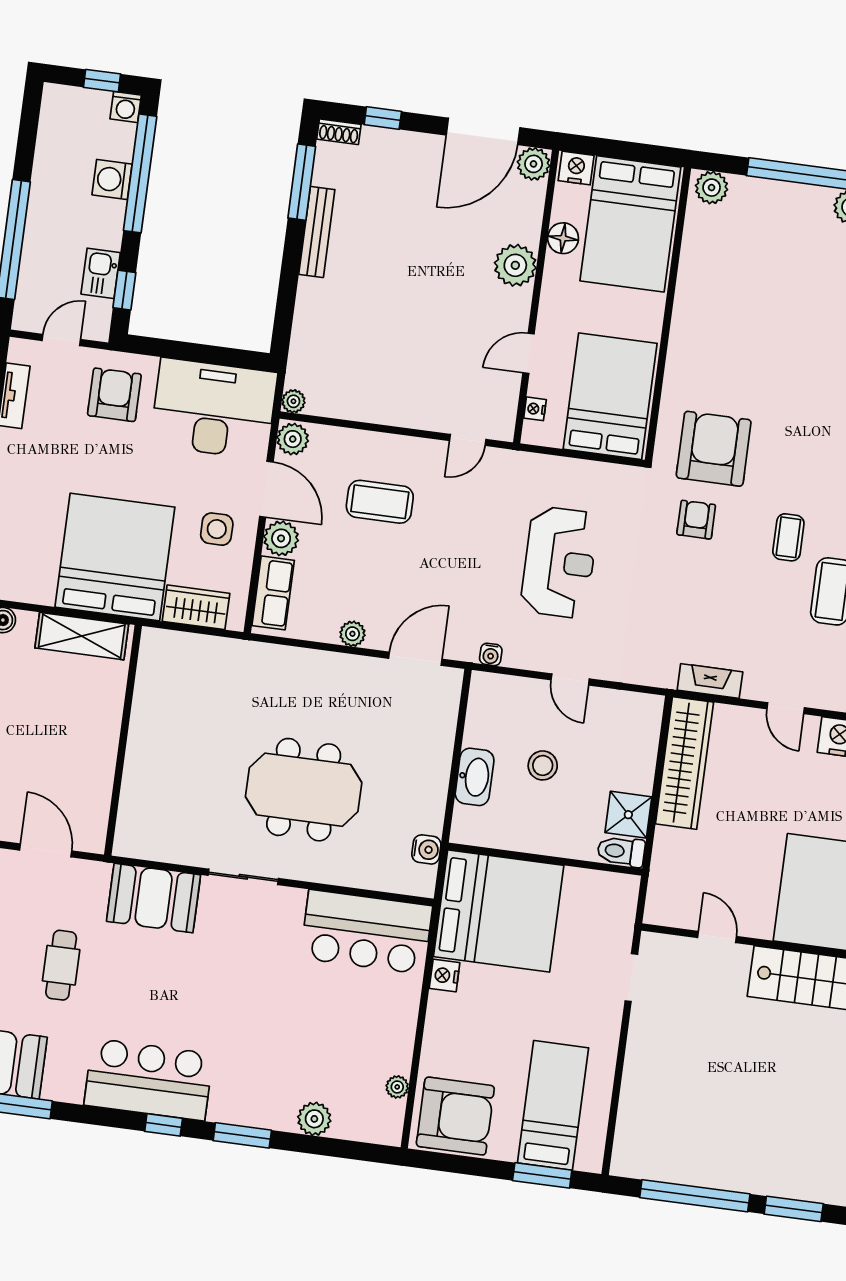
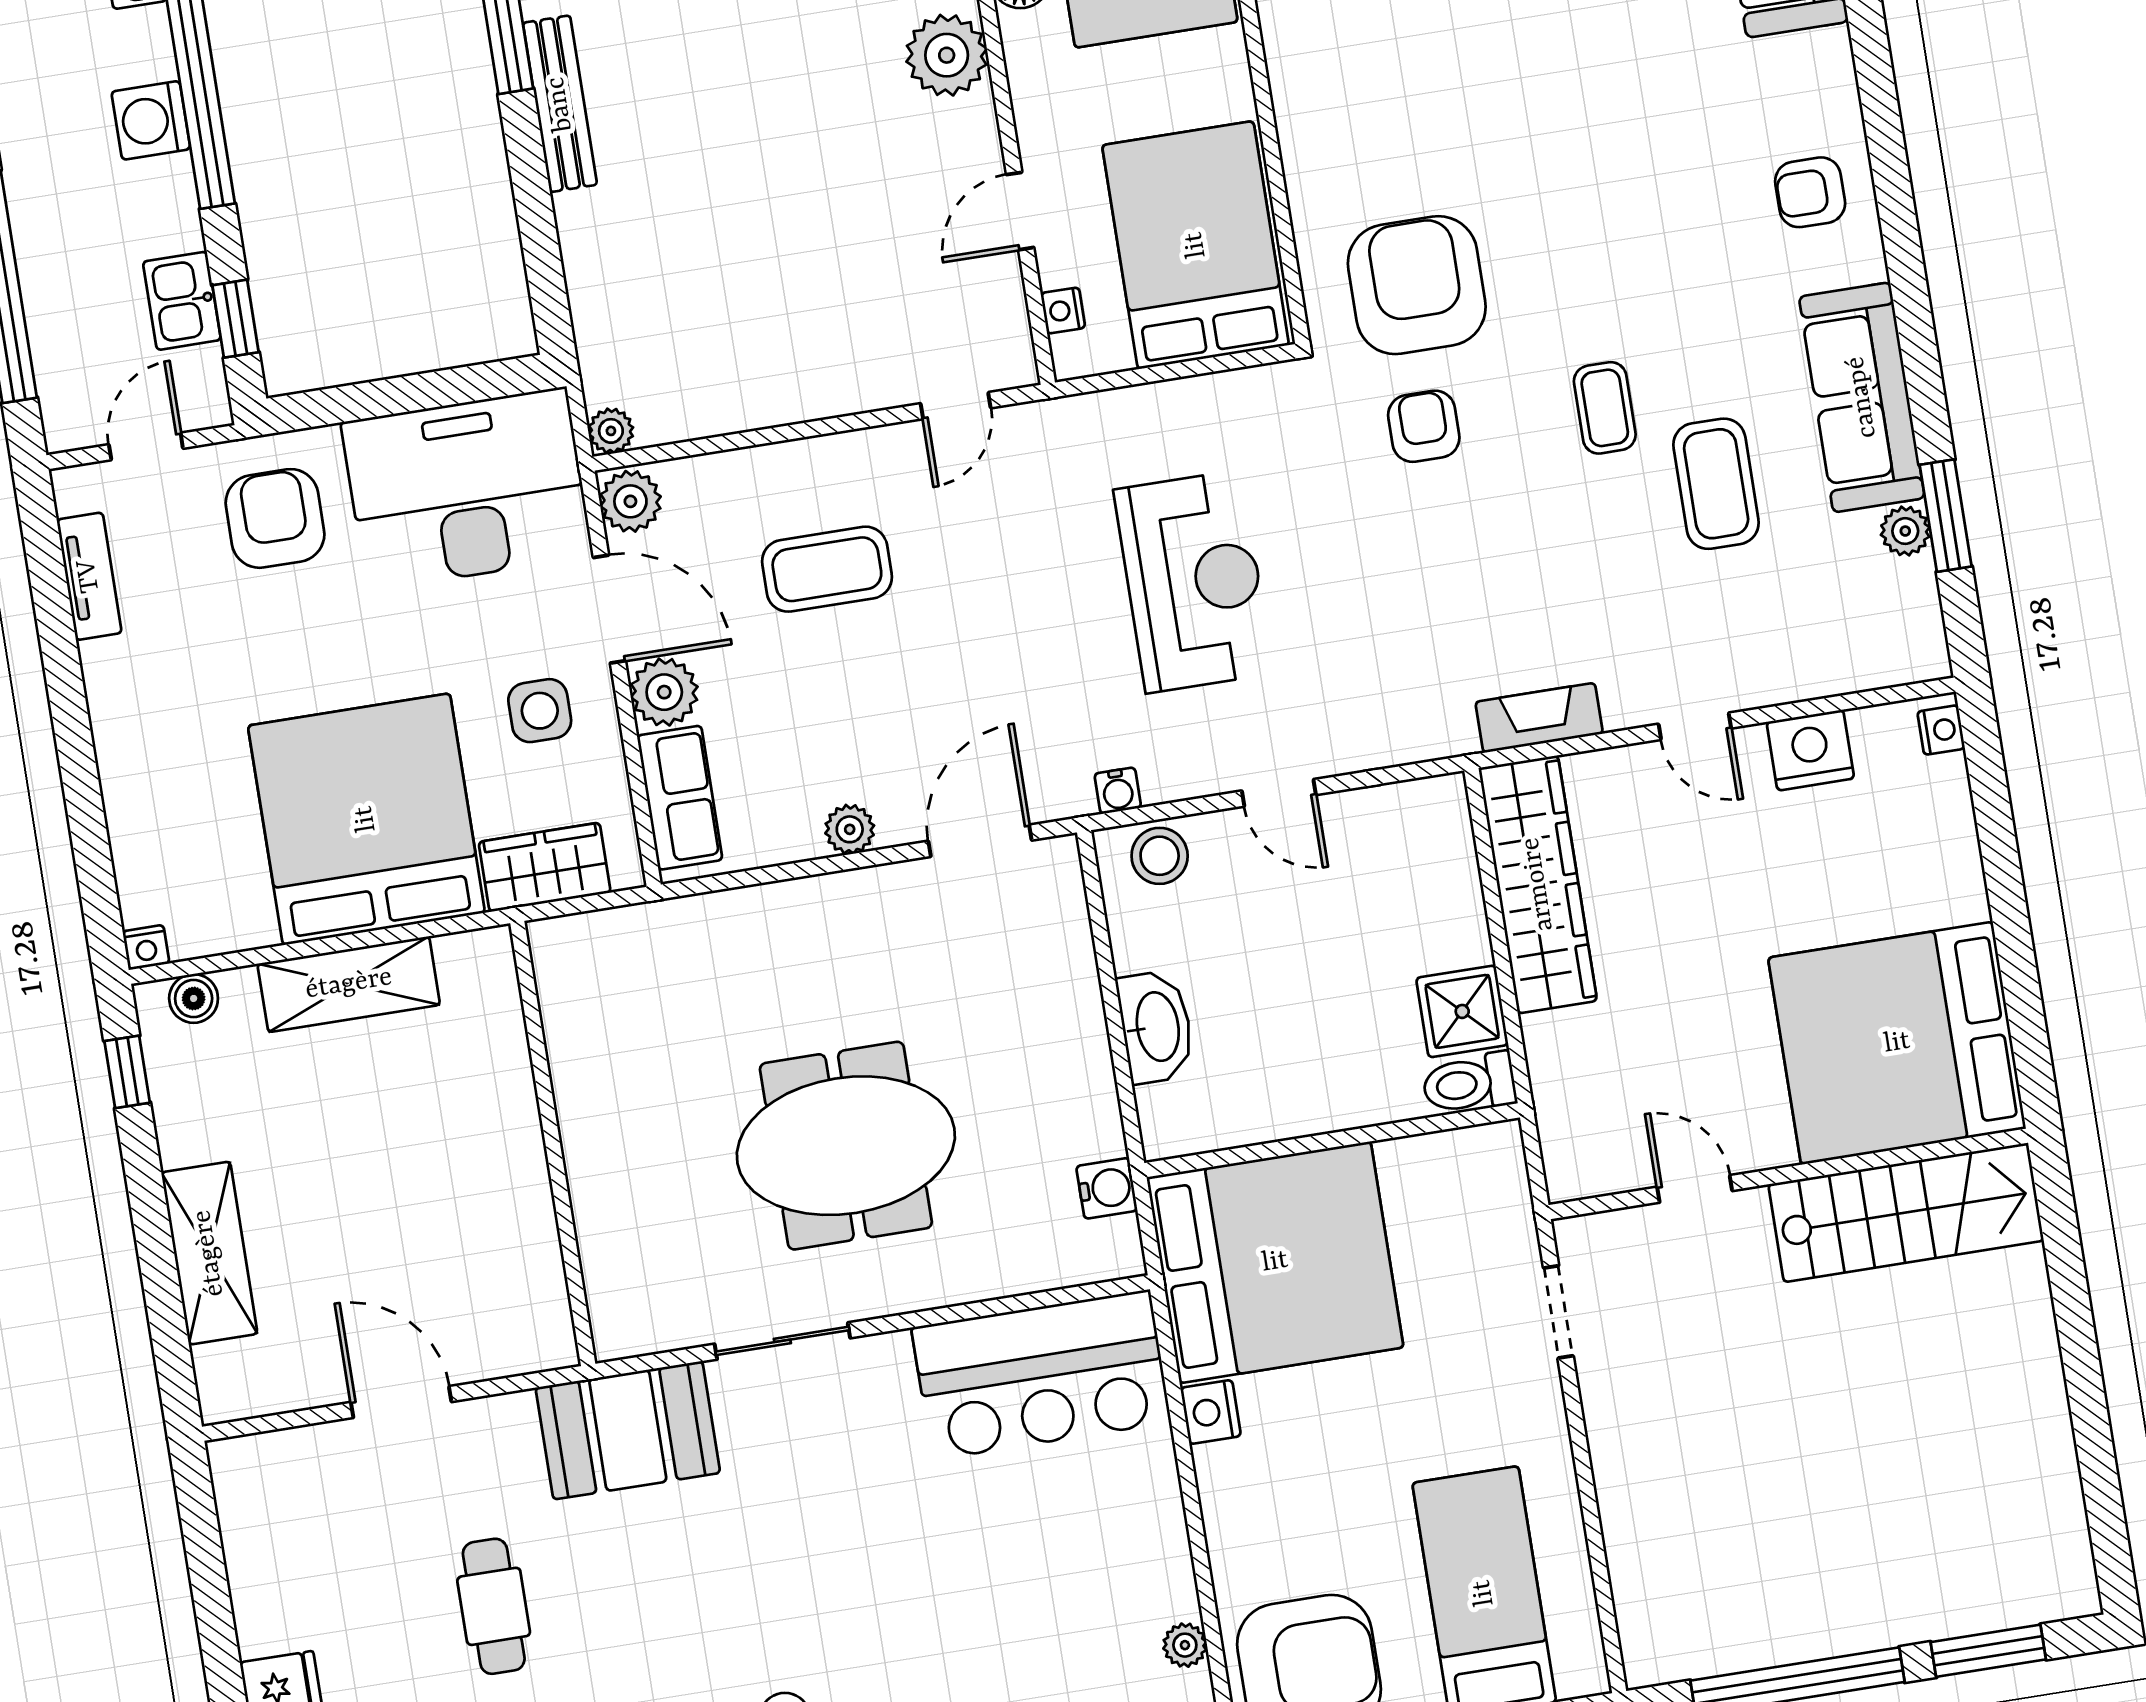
wall: (123, 740) -> (553, 1143), moved
stool: (543, 765) -> (1160, 856), moved

